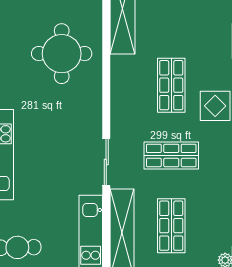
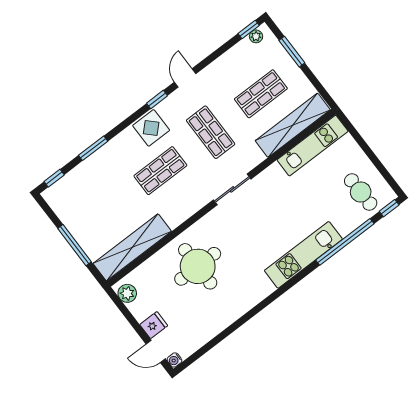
sliding door: (106, 162) -> (232, 189), moved

